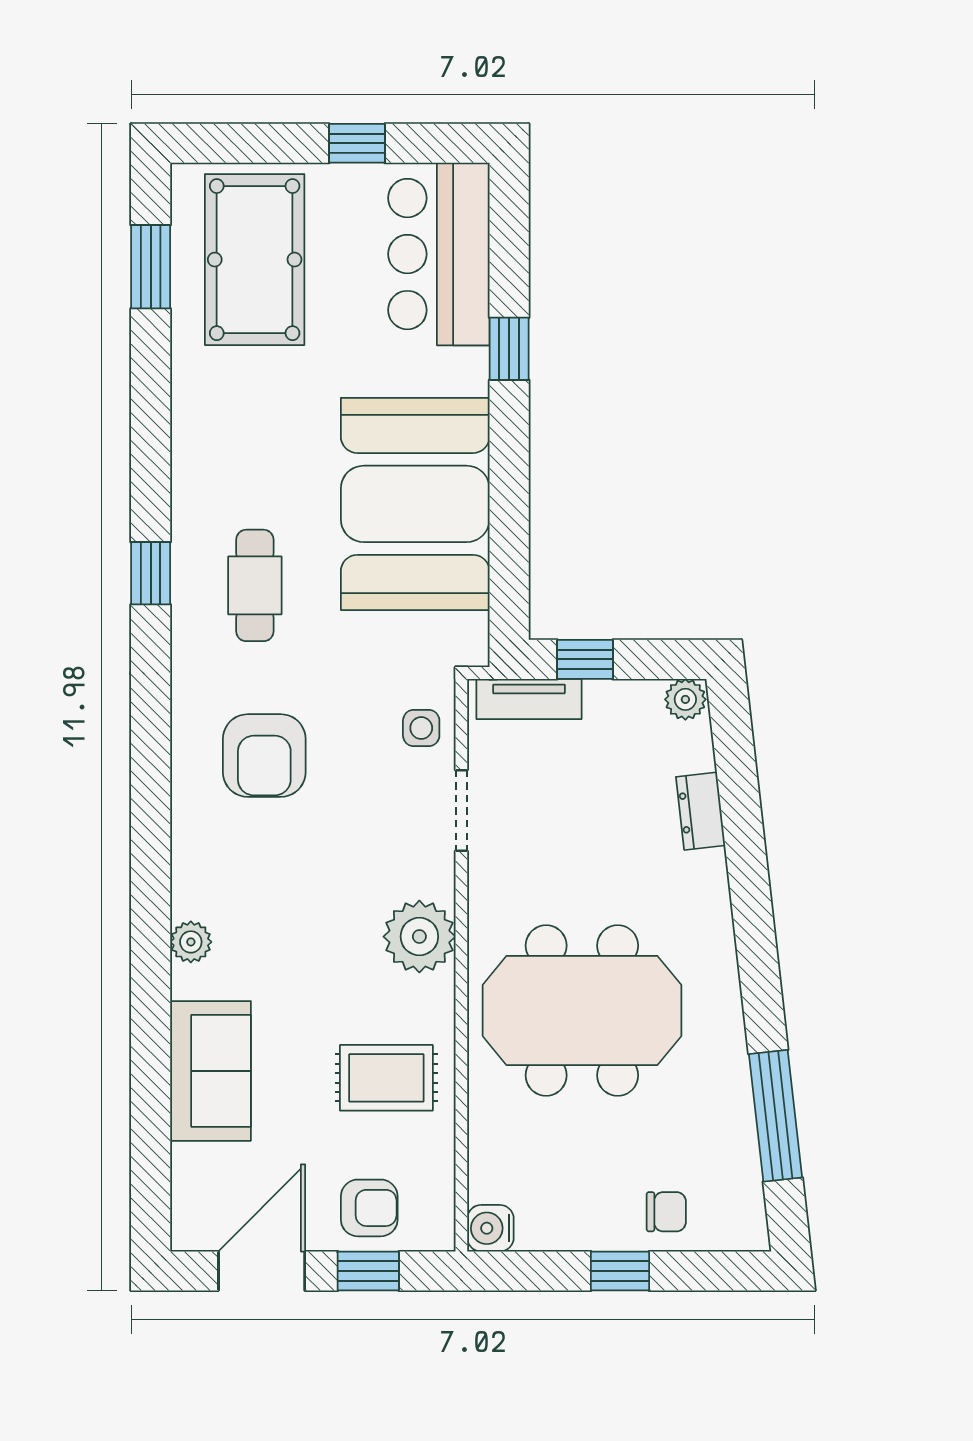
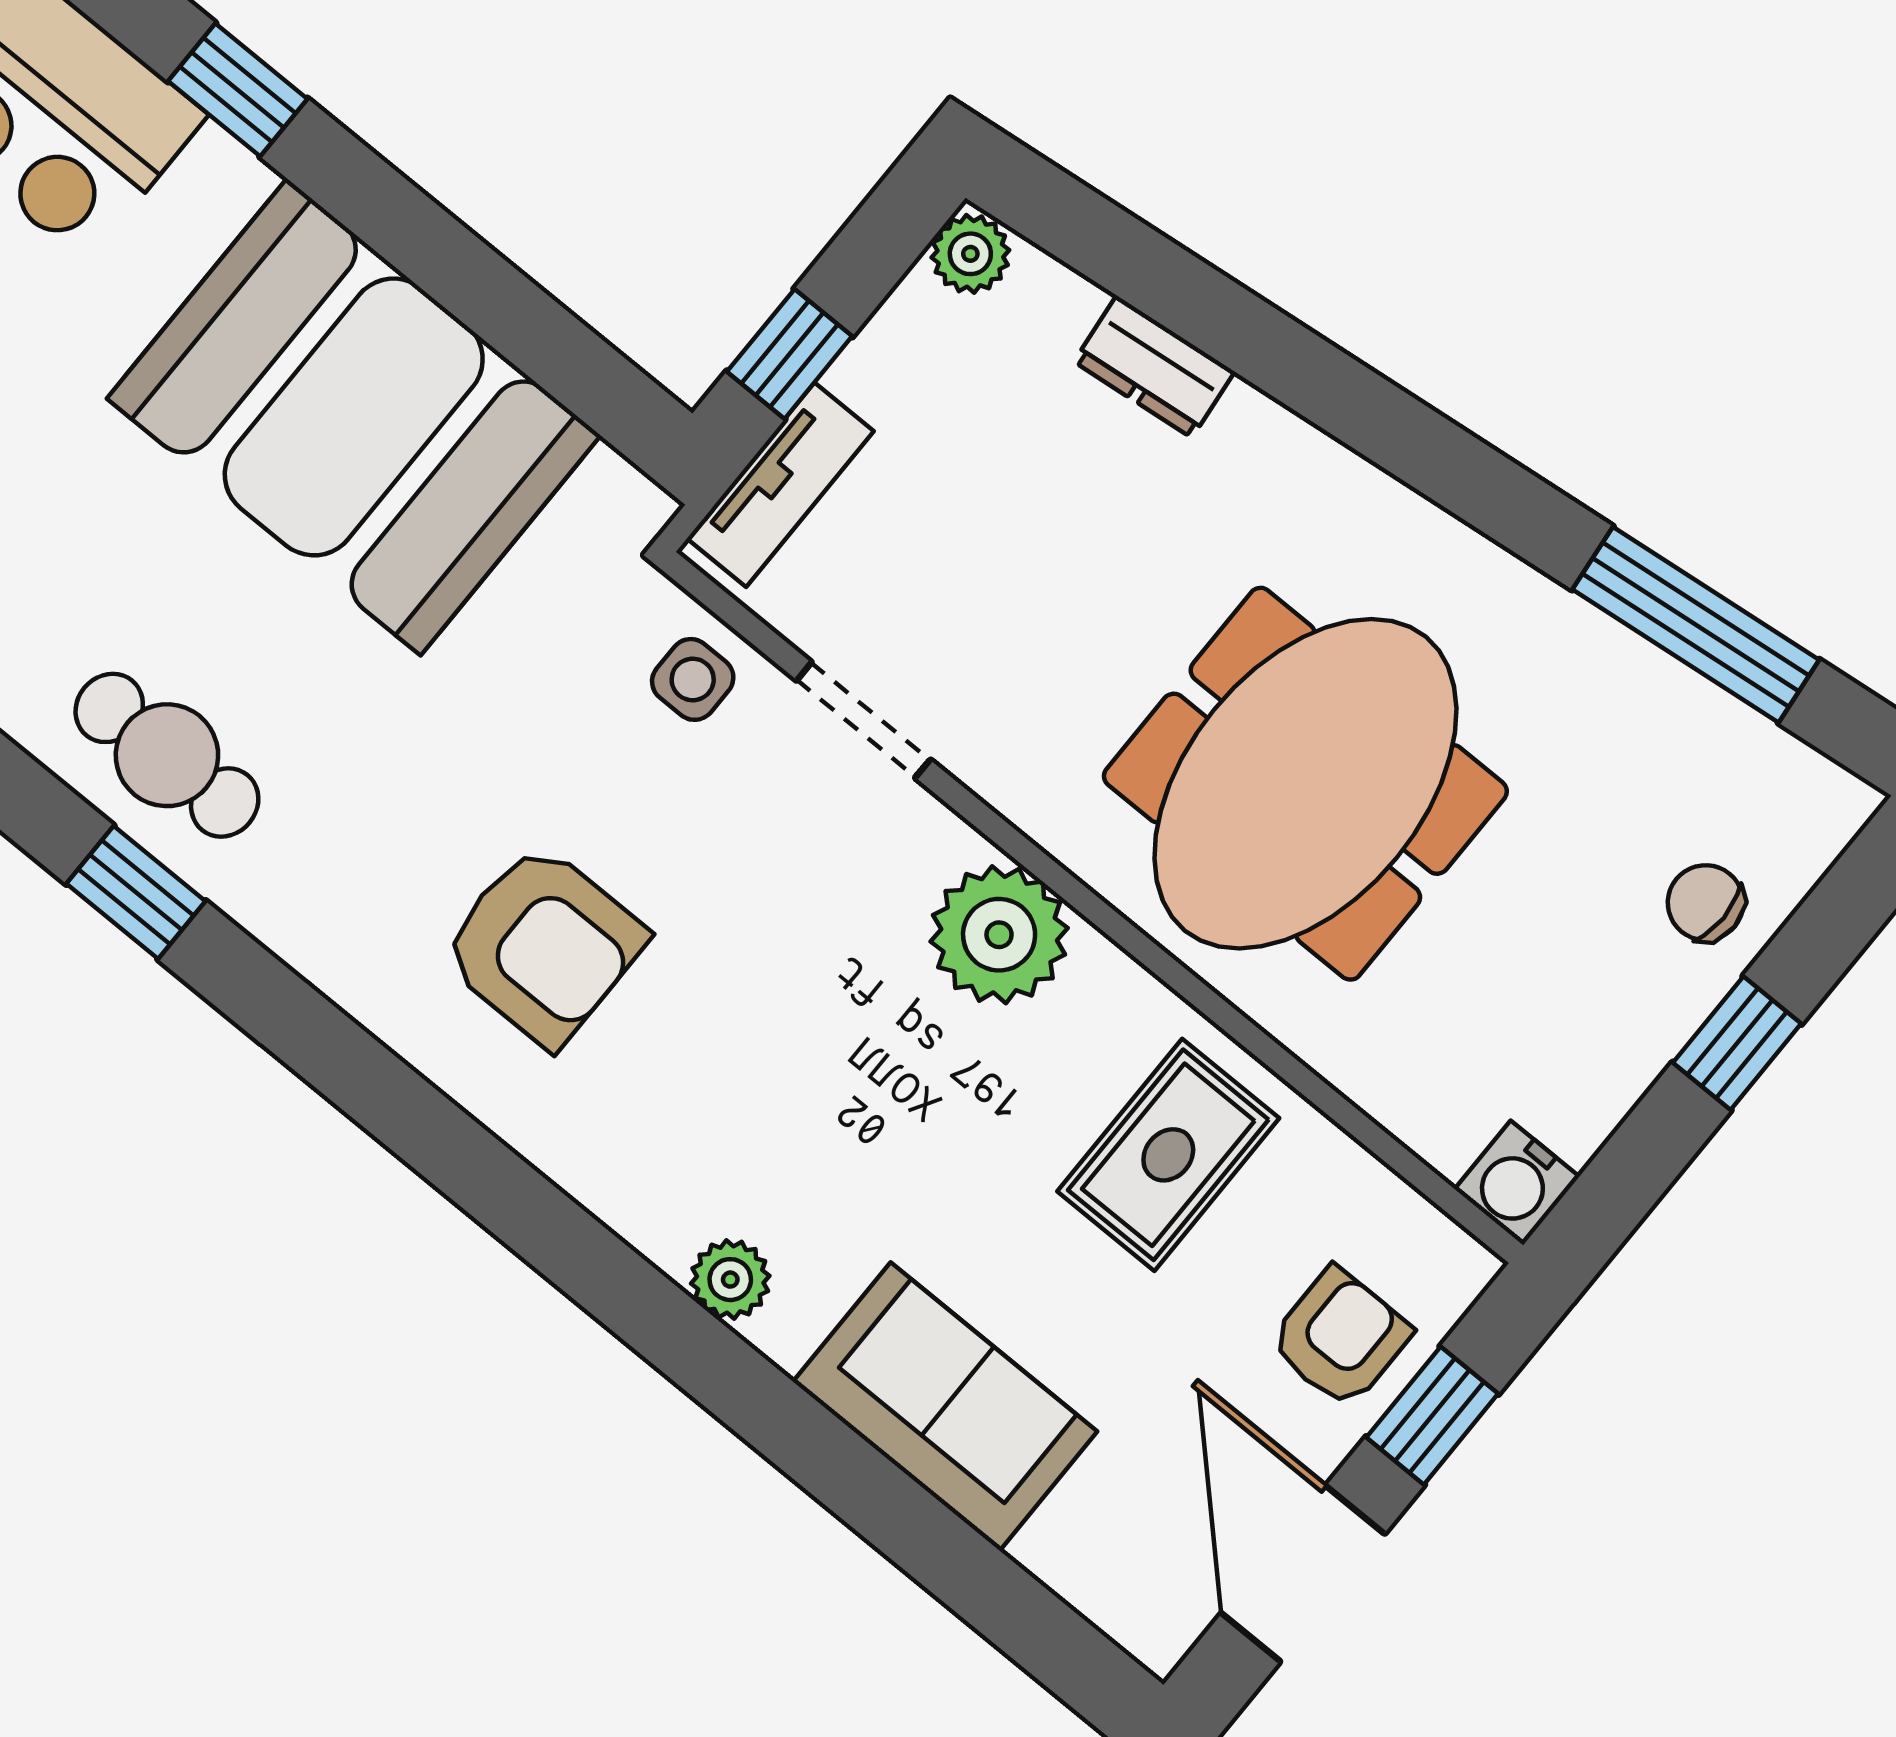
cafe table: (255, 585) -> (167, 755), moved
chair: (666, 1212) -> (1706, 903), turned -90

